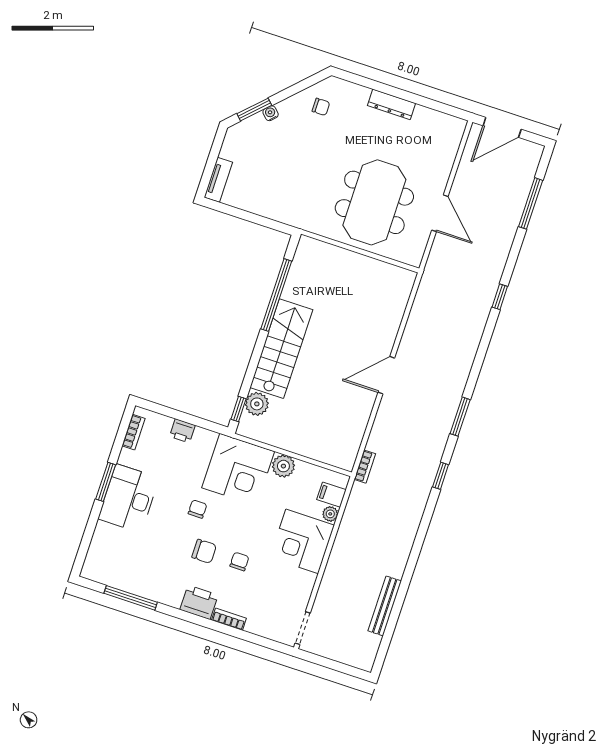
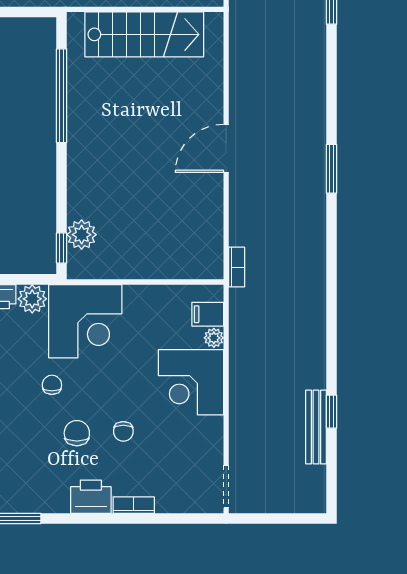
stairs: (281, 349) -> (144, 34), moved, turned 90
plant: (283, 466) -> (32, 299), moved
window: (441, 476) -> (332, 412), moved
chair: (204, 551) -> (77, 433), turned -90
chair: (239, 562) -> (123, 431), turned 180

